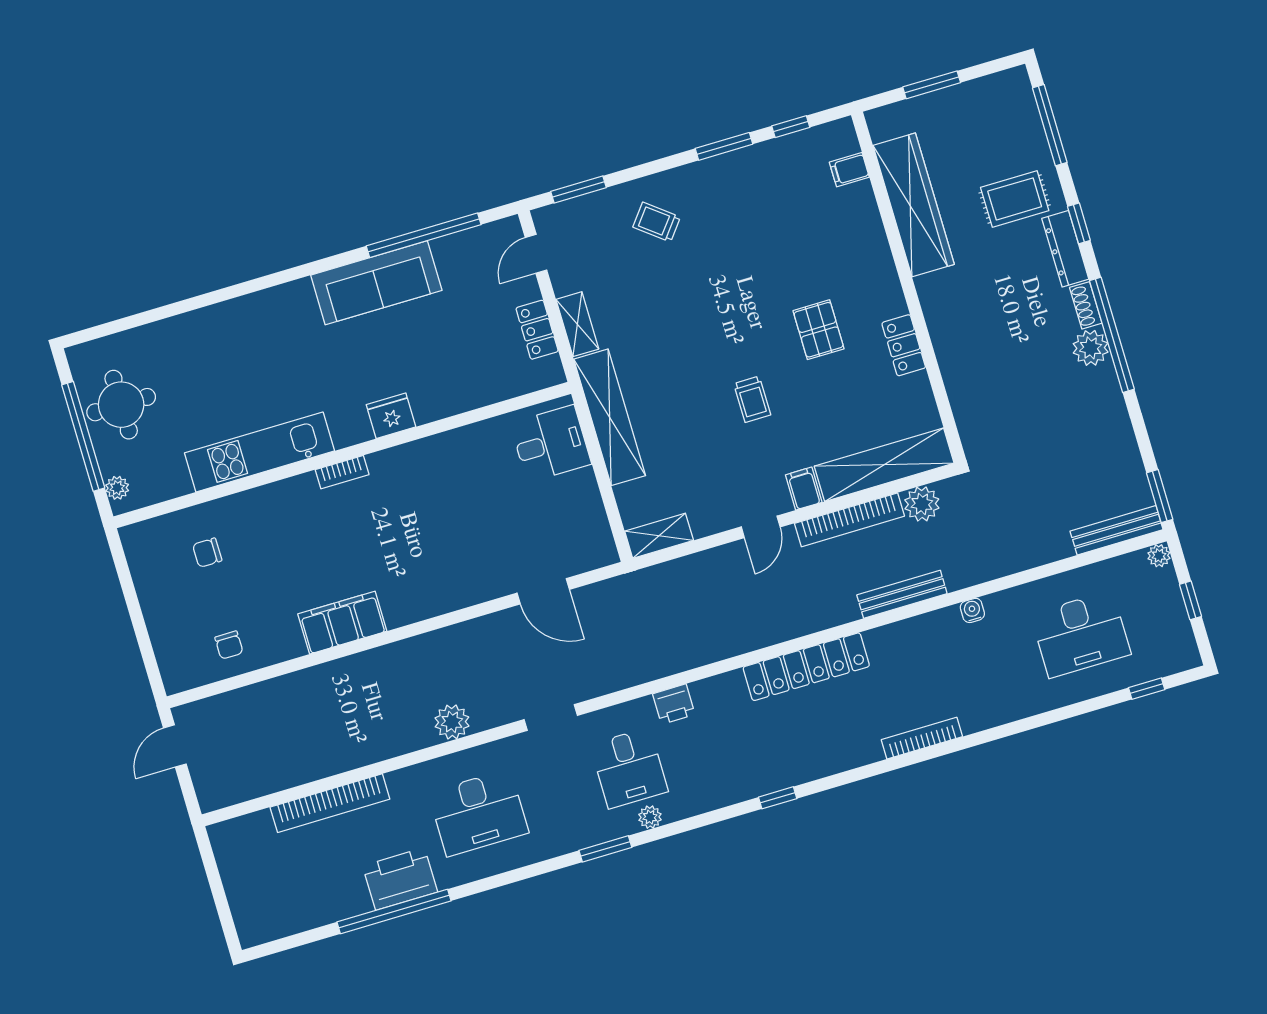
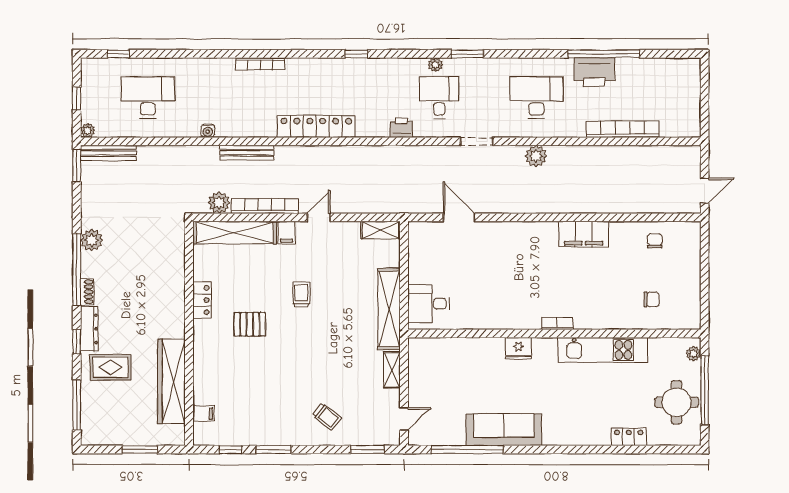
locker: (537, 330) -> (629, 437), moved, turned -90
pallet: (819, 330) -> (250, 324), turned 90
plant: (1091, 348) -> (92, 240), moved

